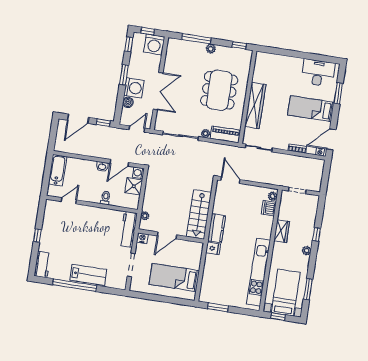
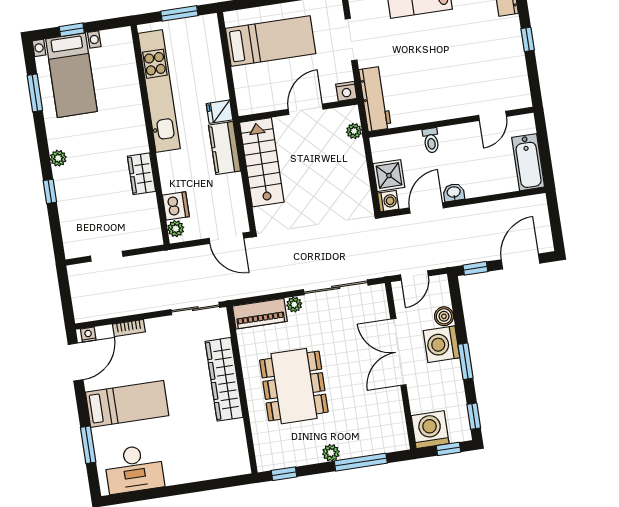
plant: (273, 196) -> (176, 229), moved
dishwasher: (269, 208) -> (176, 206), moved
wardrobe: (282, 231) -> (141, 174), moved
wall: (271, 250) -> (150, 135), moved
kitchen unit: (259, 272) -> (159, 91), moved

